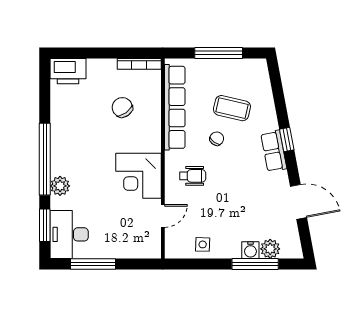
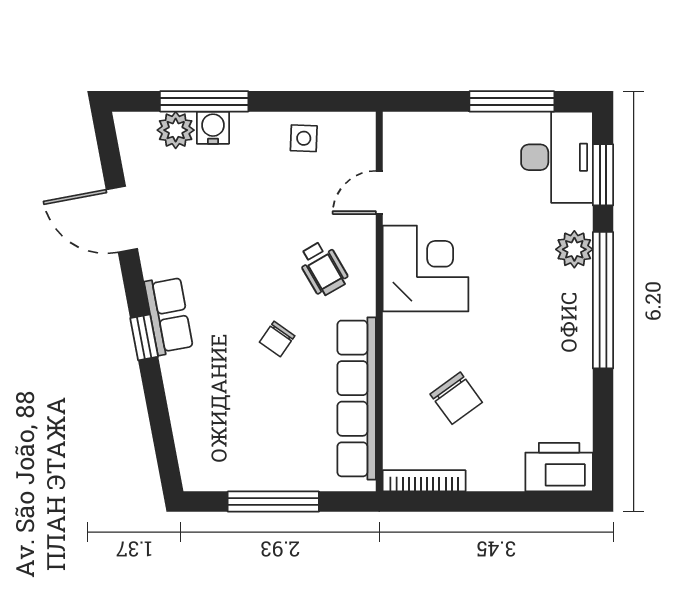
coffee table: (232, 108) -> (248, 397), removed
wheelchair: (193, 176) -> (323, 268), turned -120

